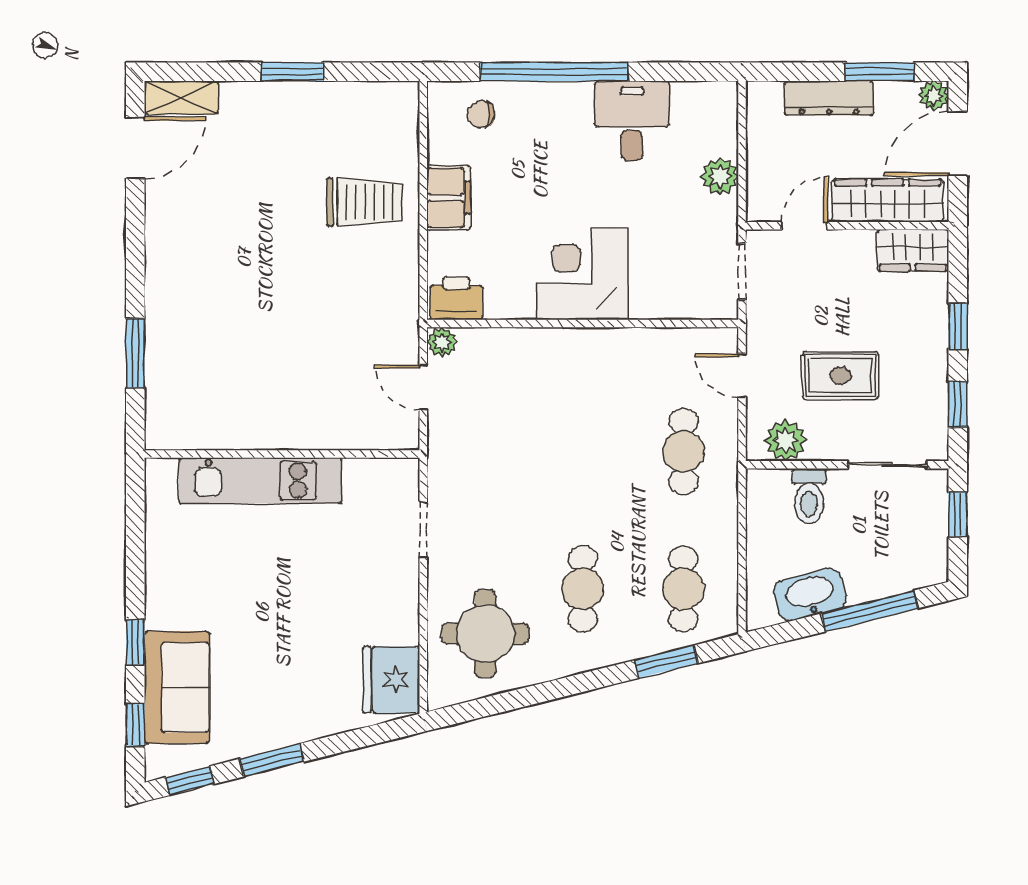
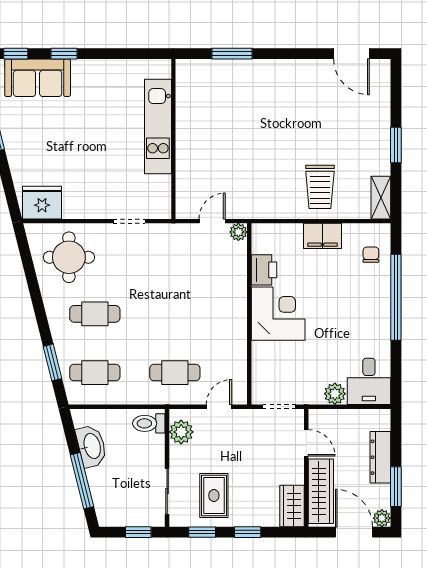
shelving: (181, 97) -> (381, 198), moved
desk: (632, 121) -> (369, 381), moved, turned 90
printer: (456, 298) -> (264, 270), moved
rug: (840, 376) -> (214, 495), moved
toilet: (809, 496) -> (149, 423), moved

